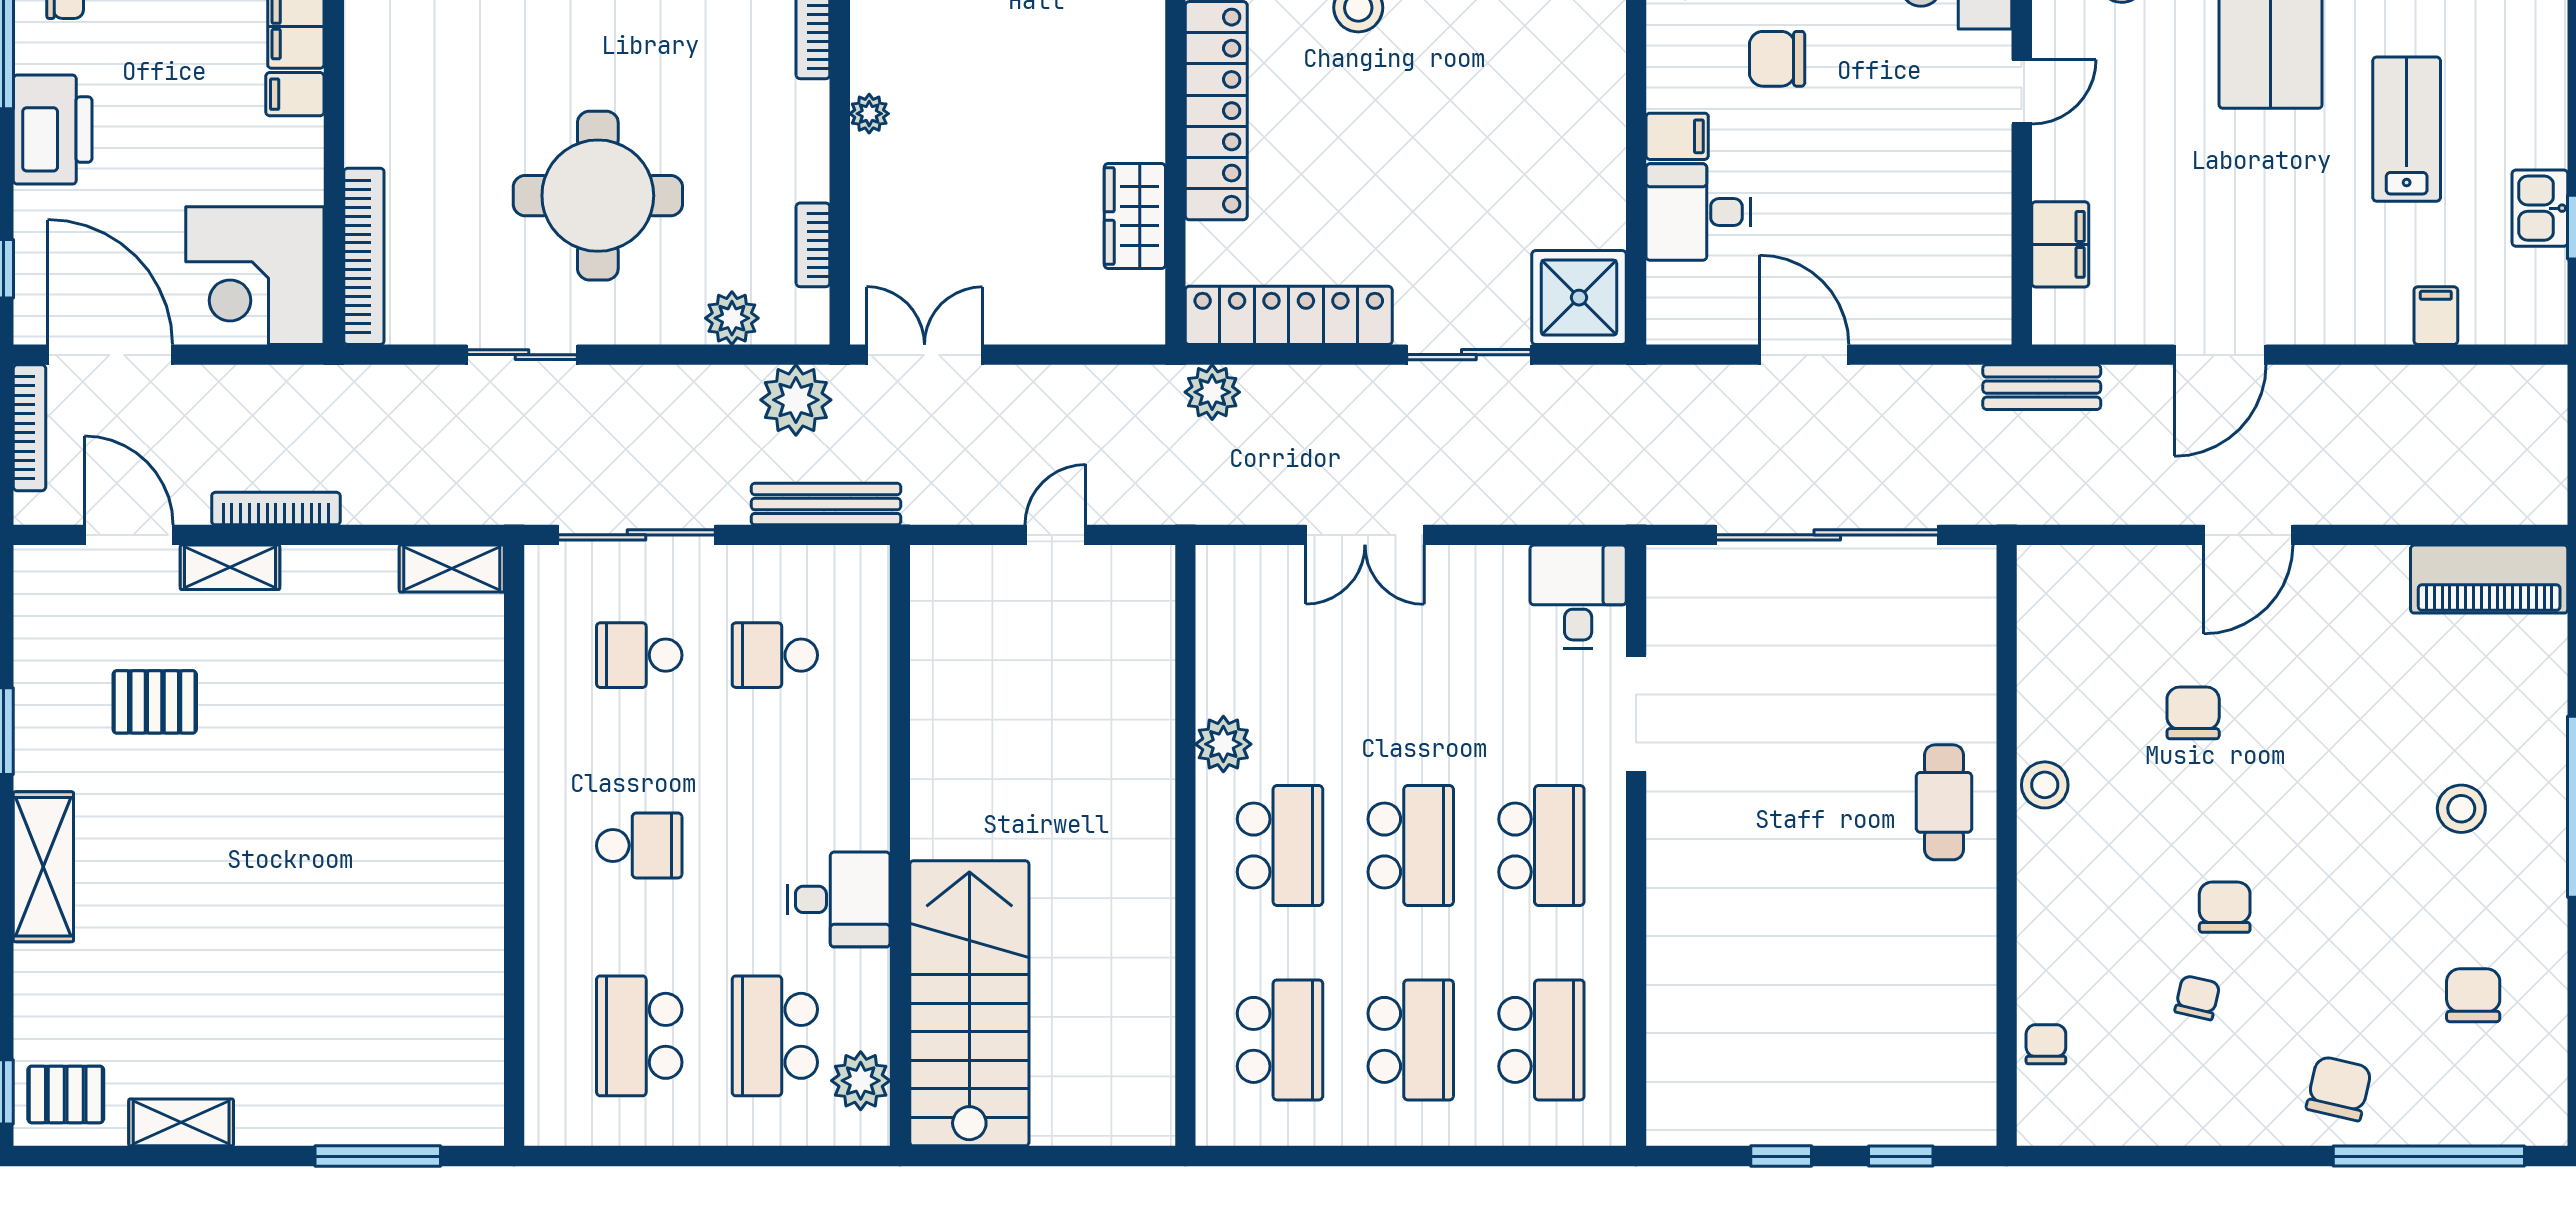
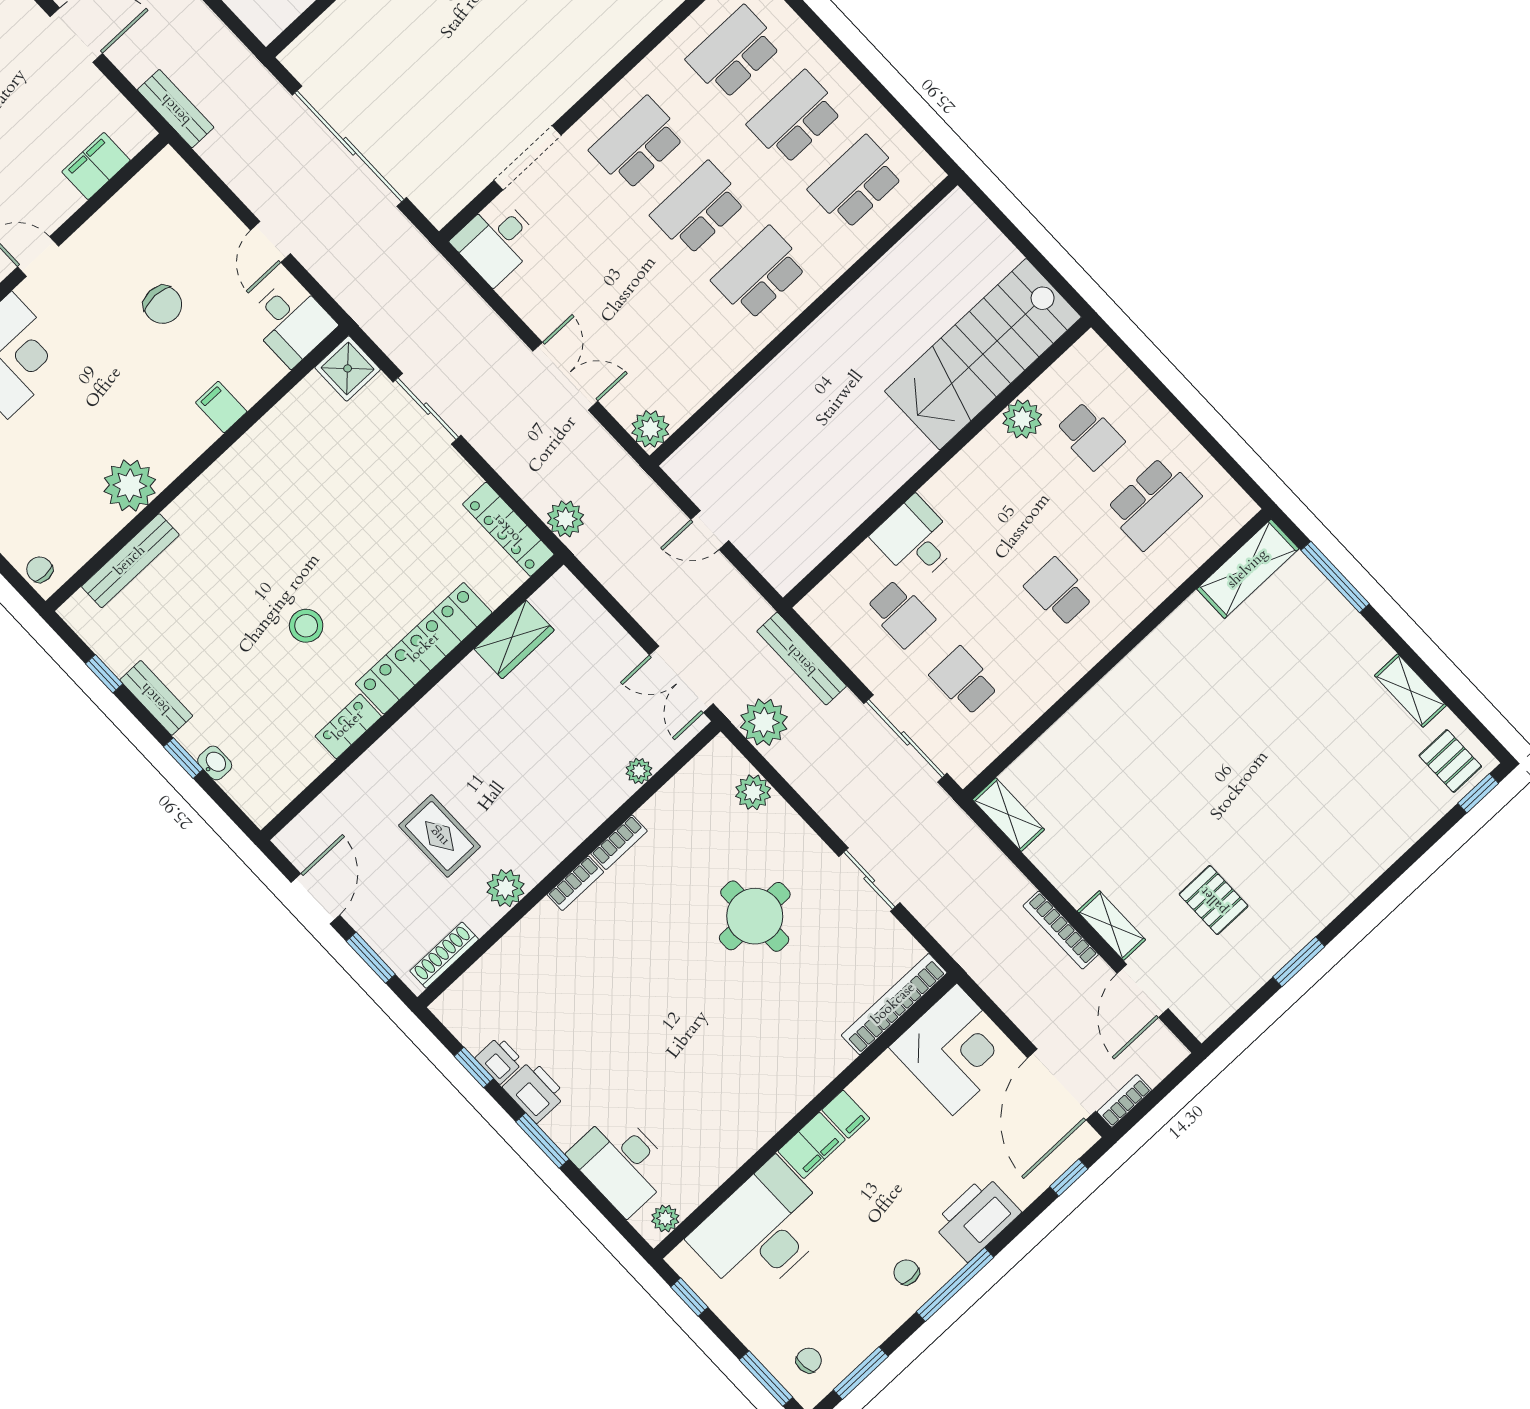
chair: (1777, 59) -> (163, 305), moved
plant: (869, 114) -> (639, 771), moved
round table: (598, 196) -> (755, 916), width x0.73, depth x0.73
desk: (1698, 212) -> (291, 322), moved
bookcase: (813, 245) -> (619, 842), moved
shower: (1579, 298) -> (348, 368), width x0.73, depth x0.73
locker: (1289, 315) -> (508, 529), width x0.71, depth x0.83
door: (1804, 355) -> (270, 242), width x0.73
bookcase: (30, 428) -> (1124, 1101), width x0.64
school desk: (639, 655) -> (964, 681), turned 180
plant: (1223, 744) -> (650, 429), moved
shelving: (43, 867) -> (1248, 569), moved
desk: (839, 899) -> (916, 540), moved
school desk: (775, 1036) -> (1090, 436), width x0.54
plant: (861, 1081) -> (1022, 419), moved

